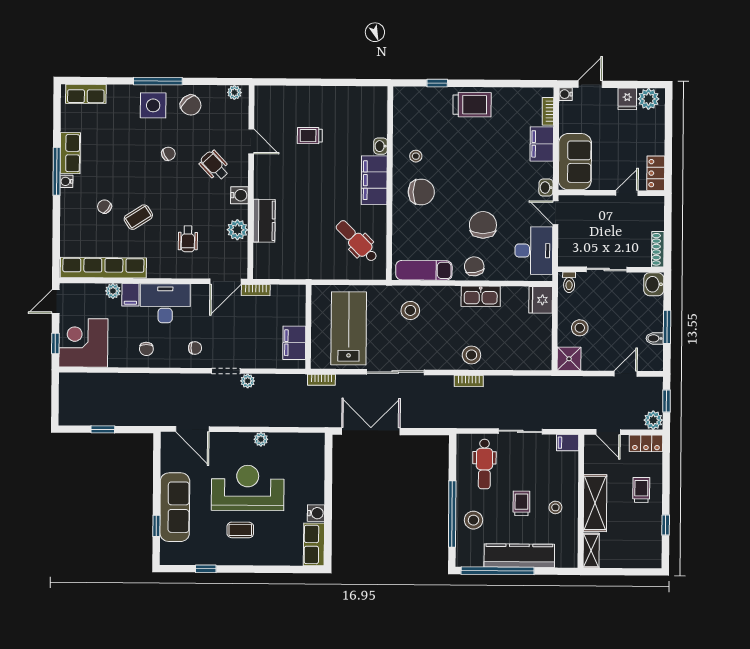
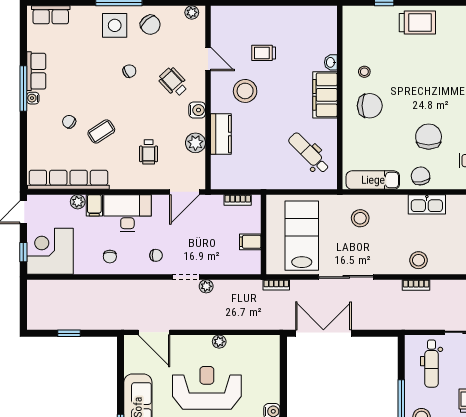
stool: (290, 175) -> (245, 91), added
bookcase: (256, 290) -> (238, 200), moved
filing cabinet: (294, 343) -> (250, 242), width x0.50

